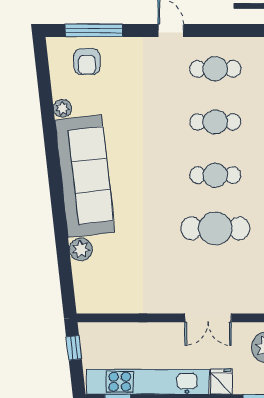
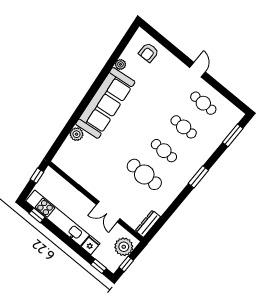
window: (94, 30) -> (163, 41), removed

